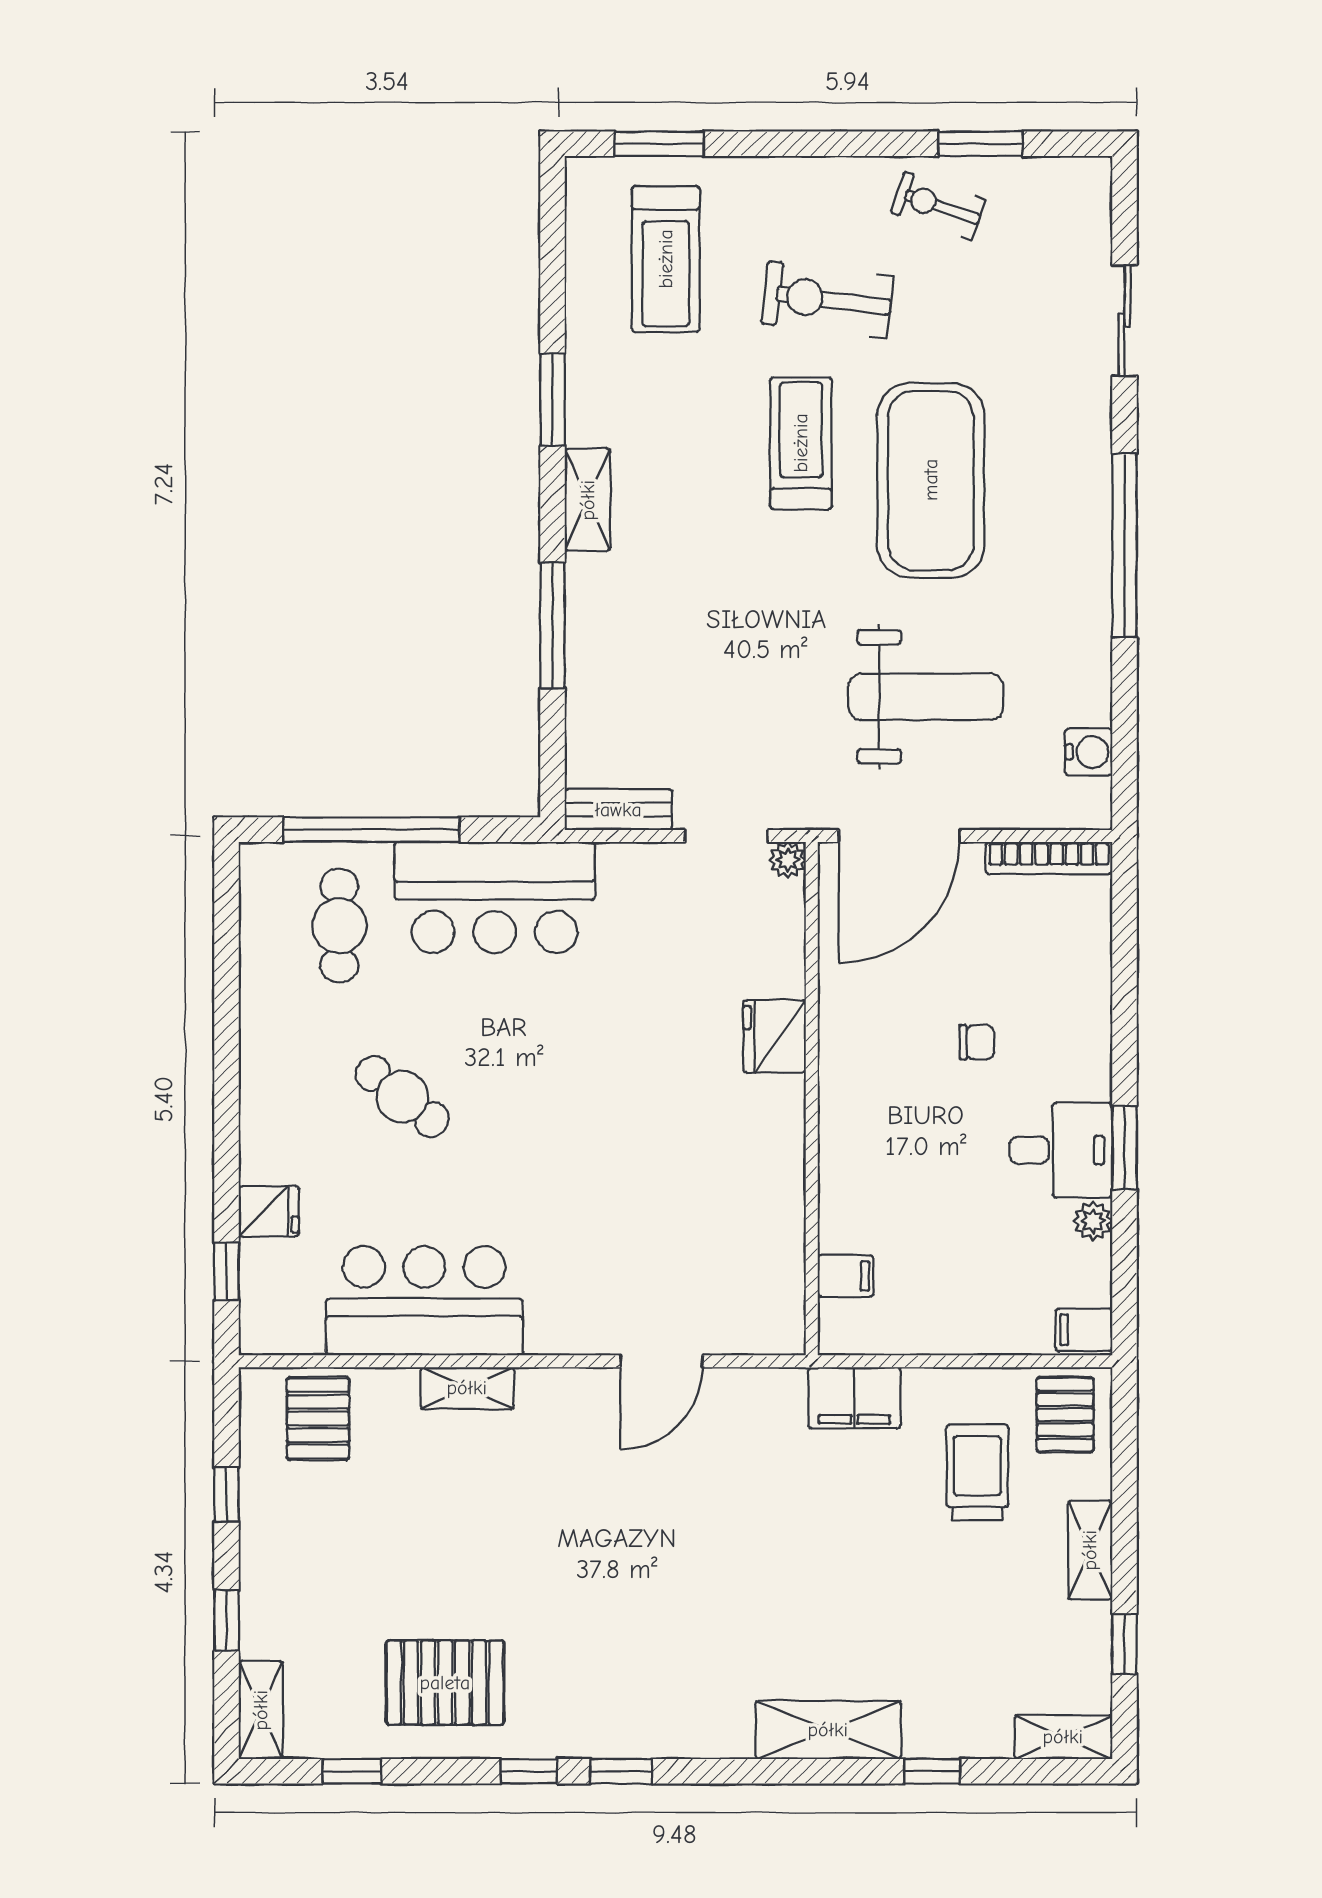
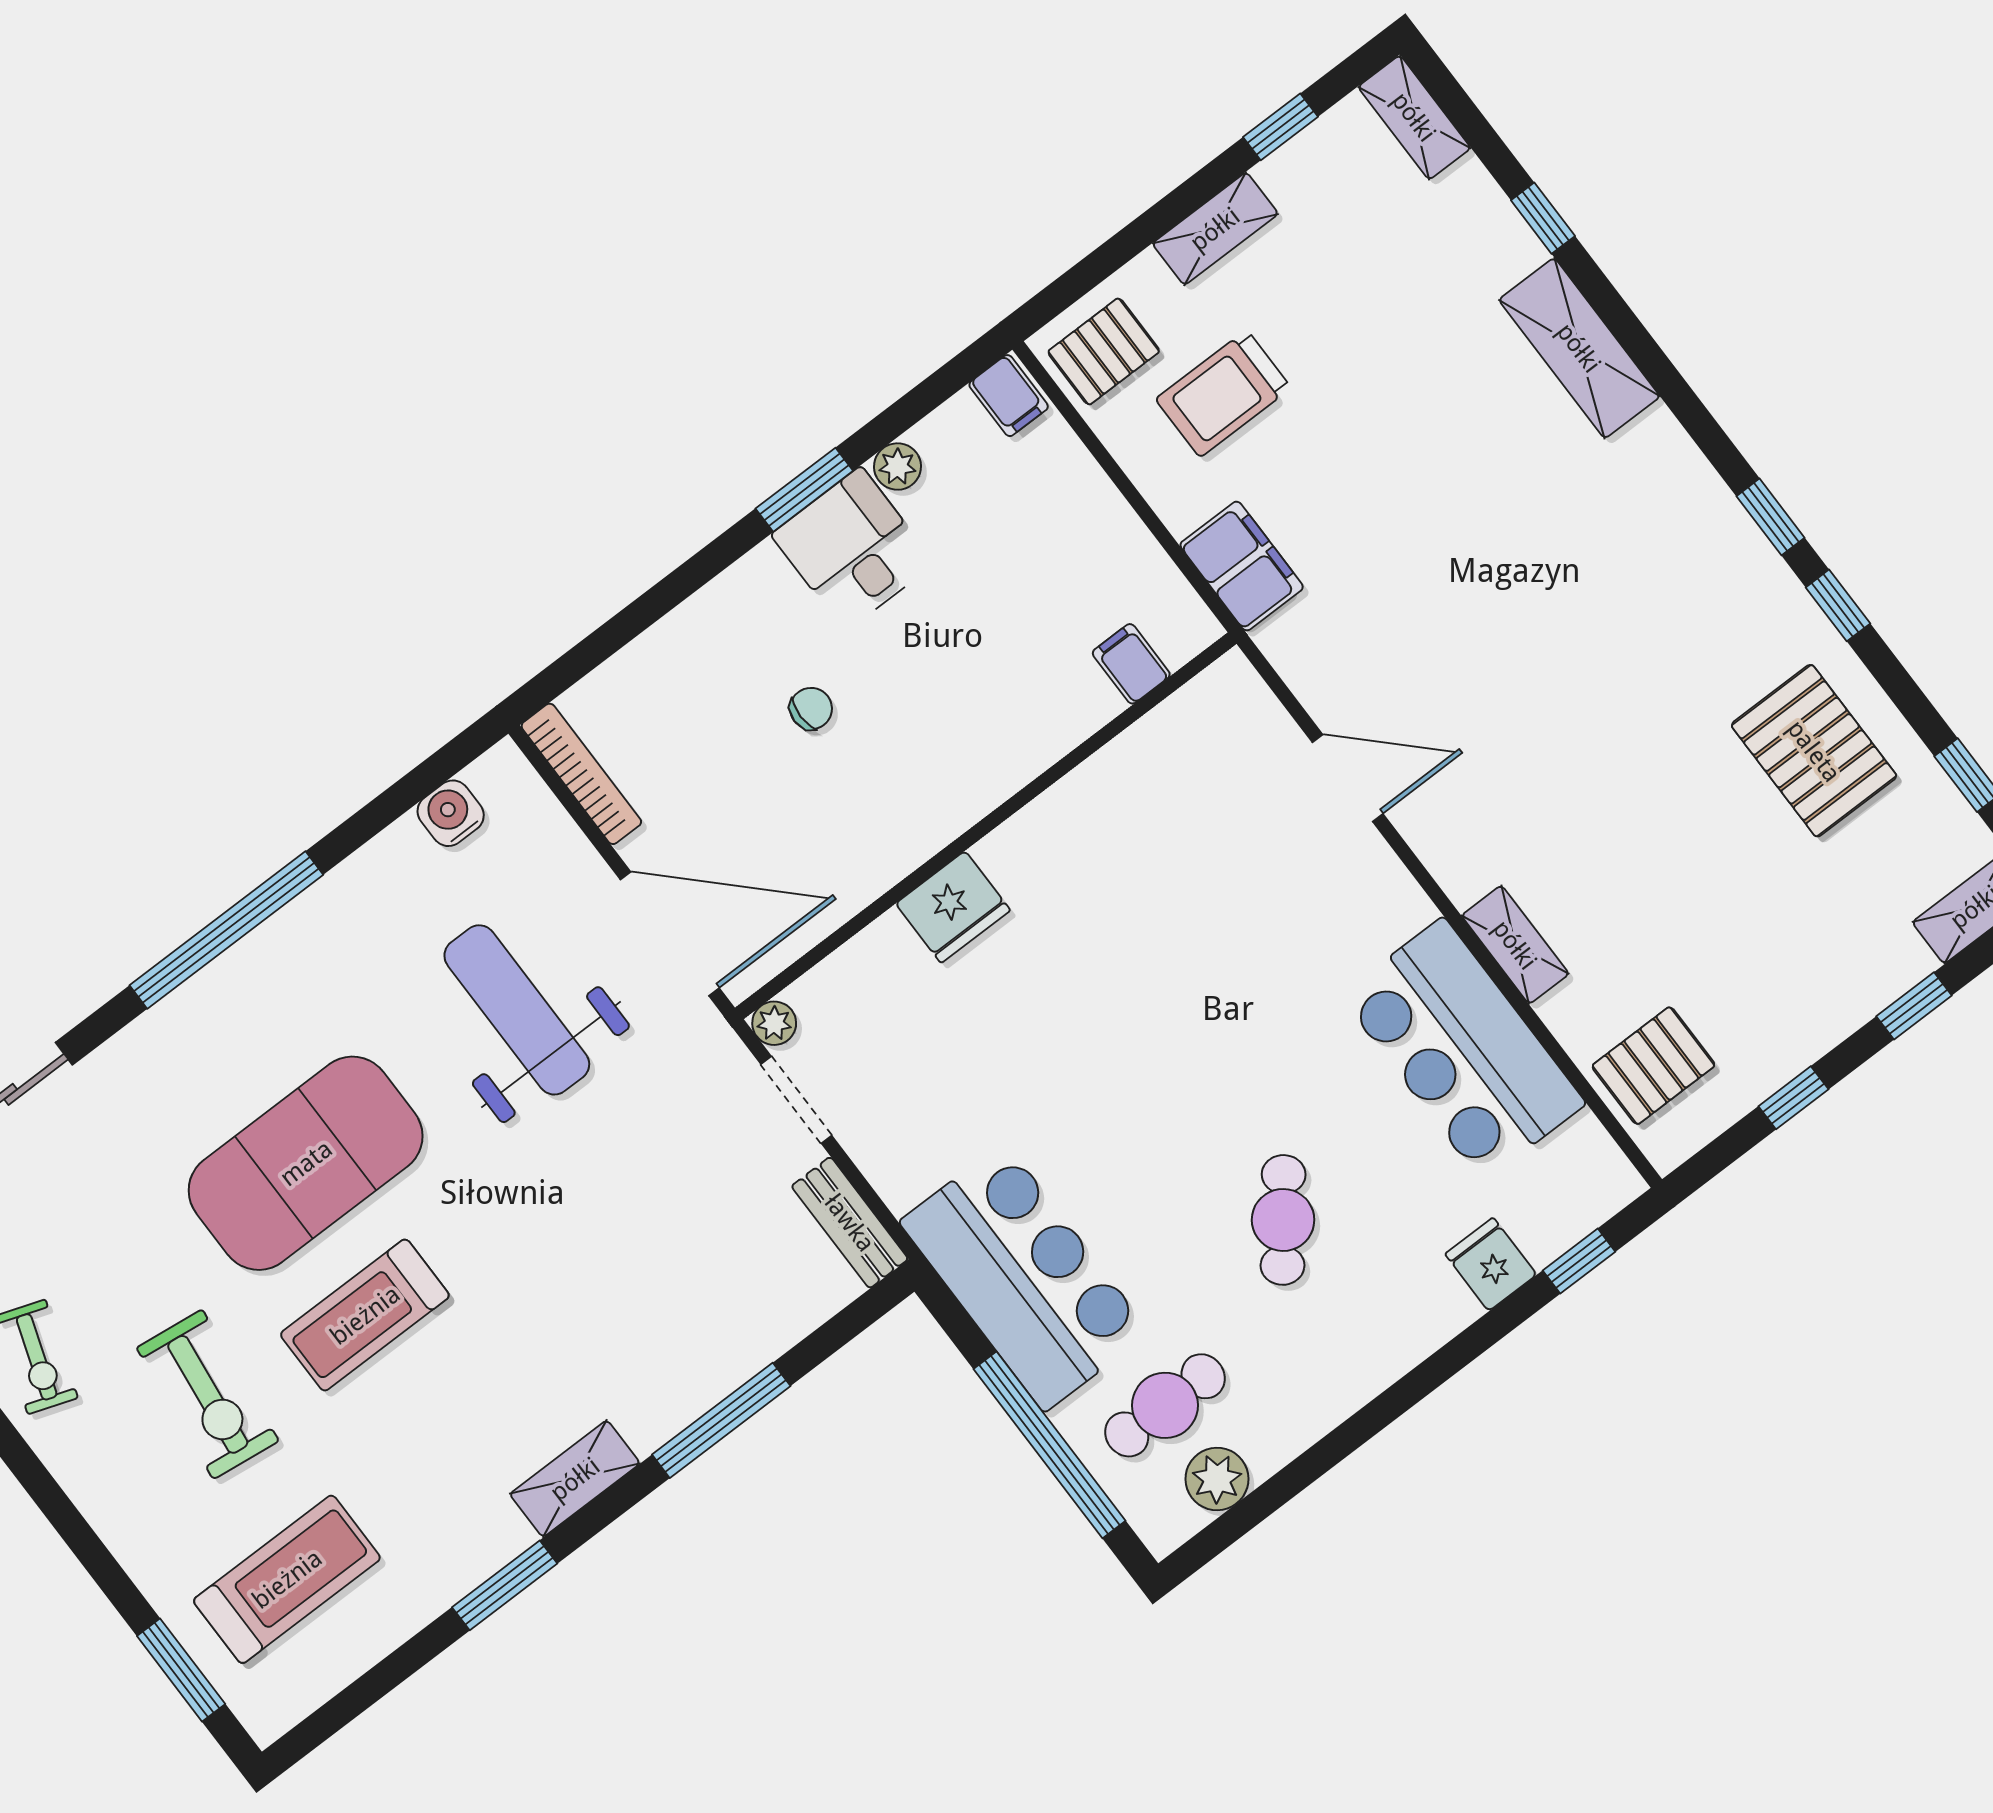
plant: (265, 923) -> (1217, 1479), added
chair: (977, 1042) -> (811, 709), turned 90

